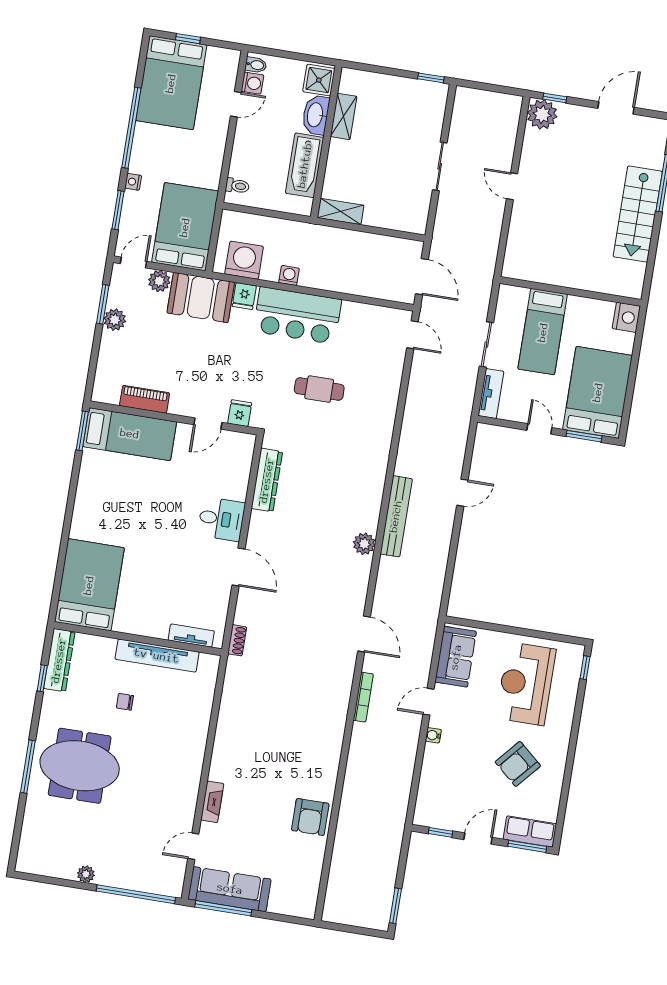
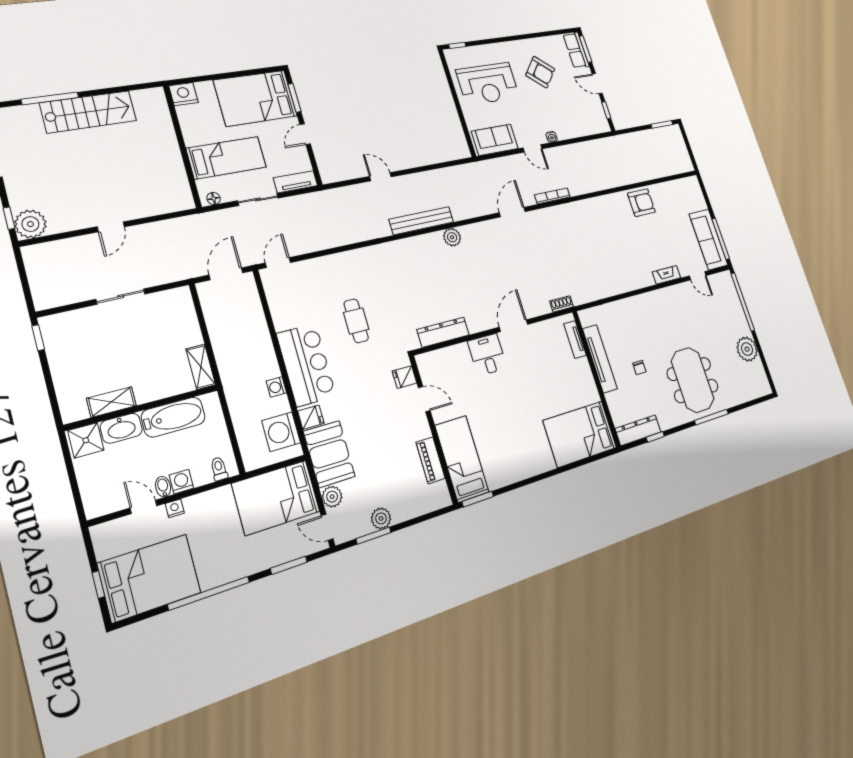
bidet: (256, 65) -> (163, 487), moved
washing machine: (252, 83) -> (181, 482), moved
nightstand: (133, 182) -> (175, 508), moved, turned 180
floor lamp: (504, 299) -> (214, 198), added
plant: (86, 874) -> (747, 349), width x1.88, depth x1.88

